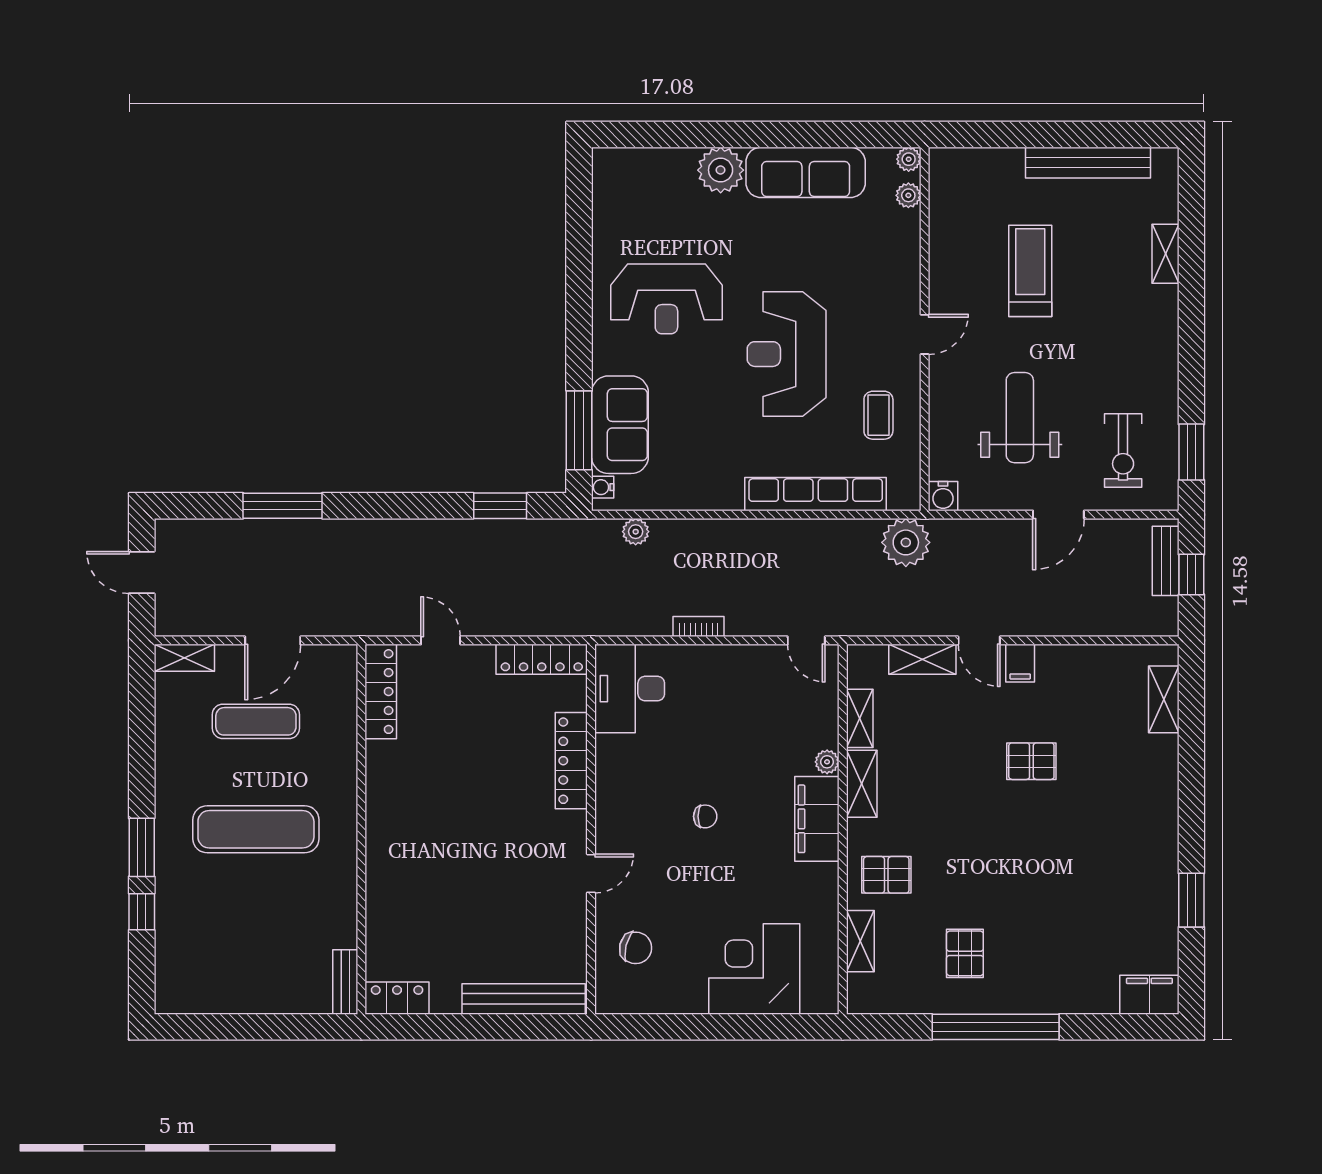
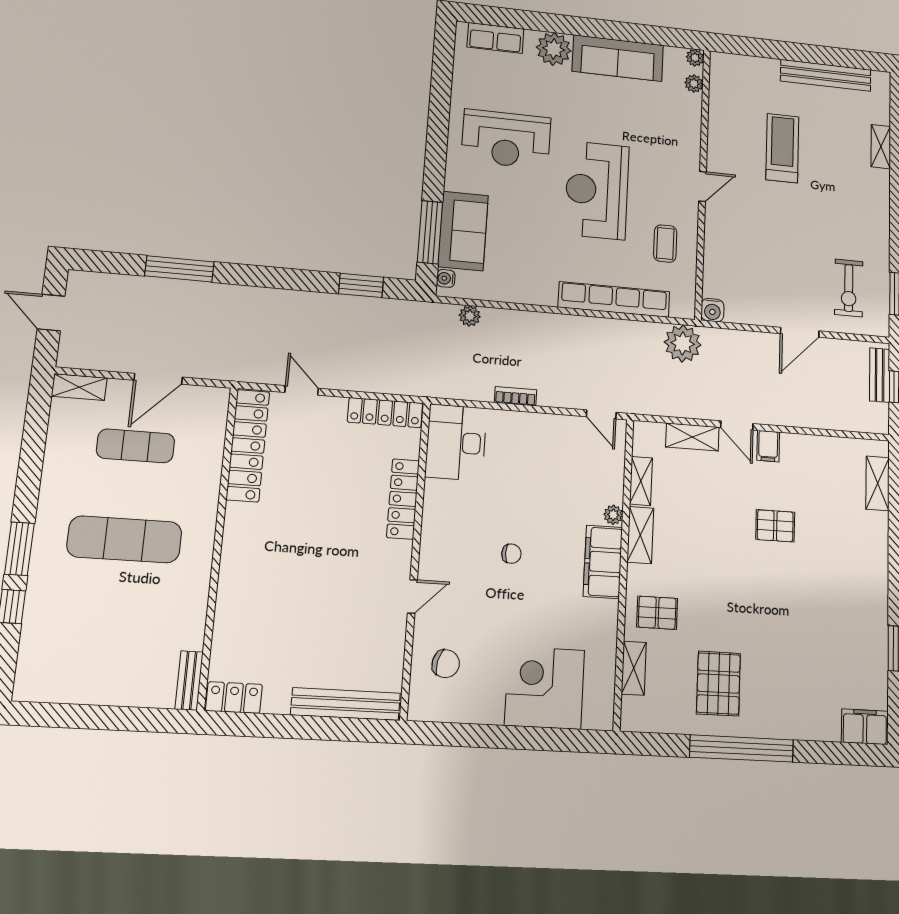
row of seats: (644, 164) -> (495, 38), added
weight bench: (1020, 418) -> (772, 256), removed
locker: (381, 692) -> (248, 446), width x1.41, depth x1.21
pallet: (965, 953) -> (718, 684), width x1.50, depth x1.42

